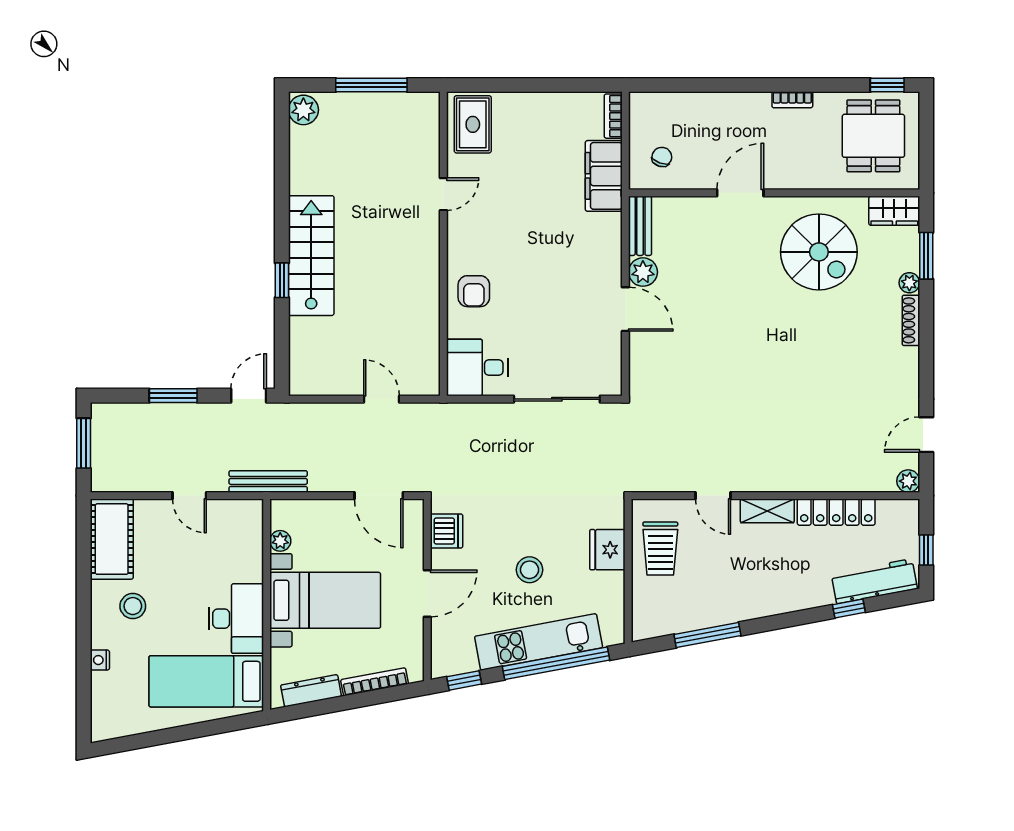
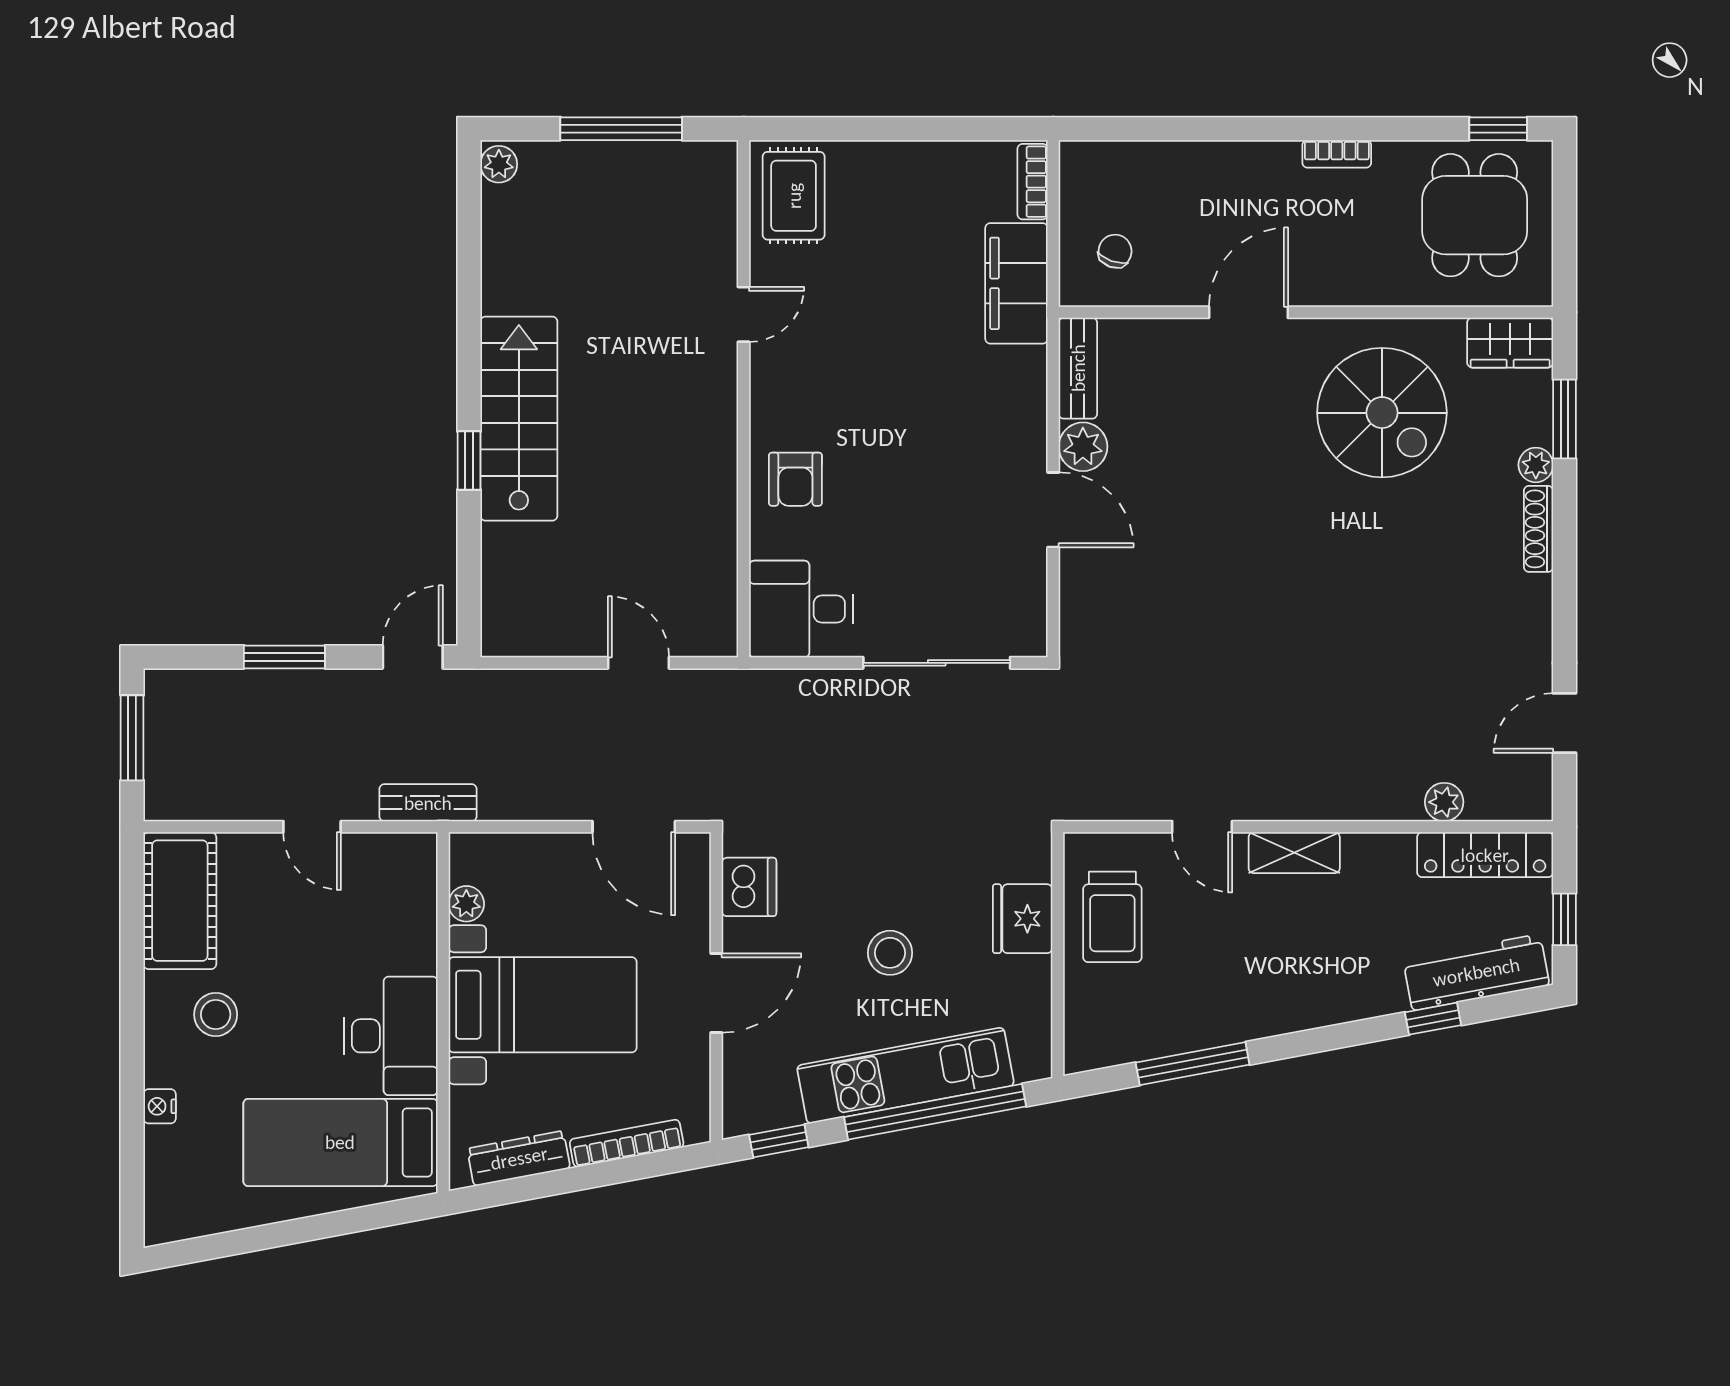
plant: (303, 110) -> (499, 164), width x0.73, depth x0.73
bench: (268, 481) -> (428, 803), width x0.73
plant: (908, 481) -> (1444, 802), moved
locker: (836, 512) -> (1485, 855), moved

